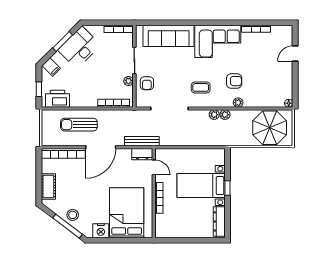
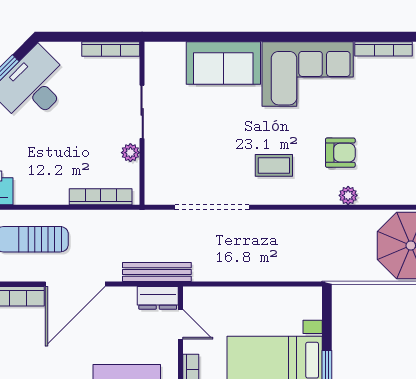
sofa: (169, 36) -> (223, 63), width x0.73
armchair: (147, 83) -> (167, 157), removed
plant: (214, 115) -> (301, 219), removed
plant: (225, 115) -> (322, 219), removed

